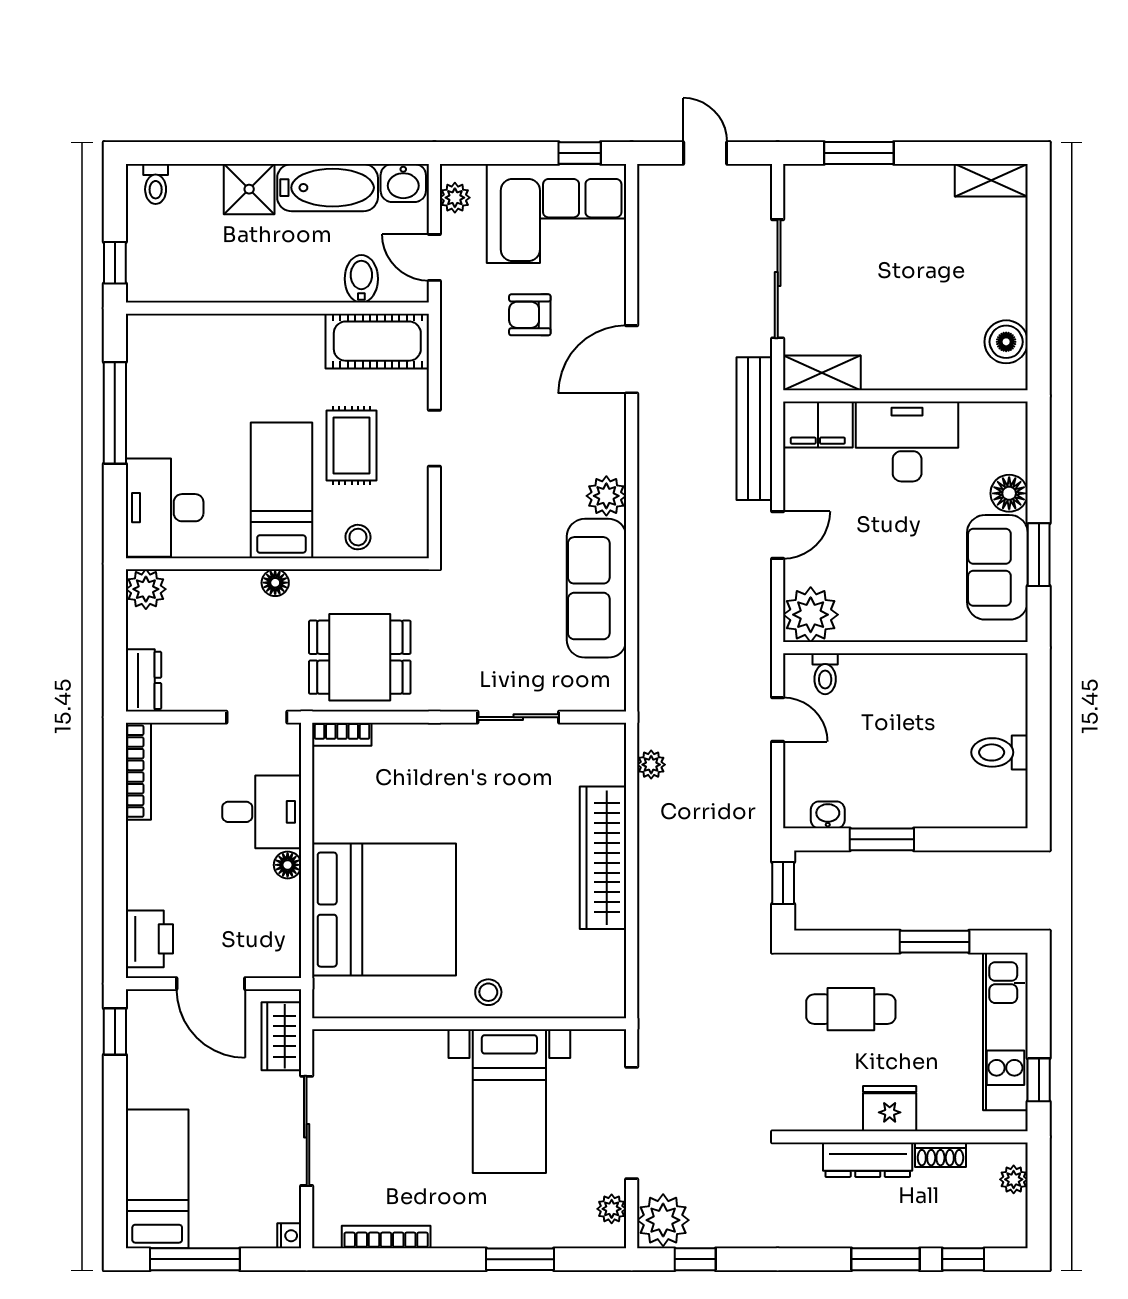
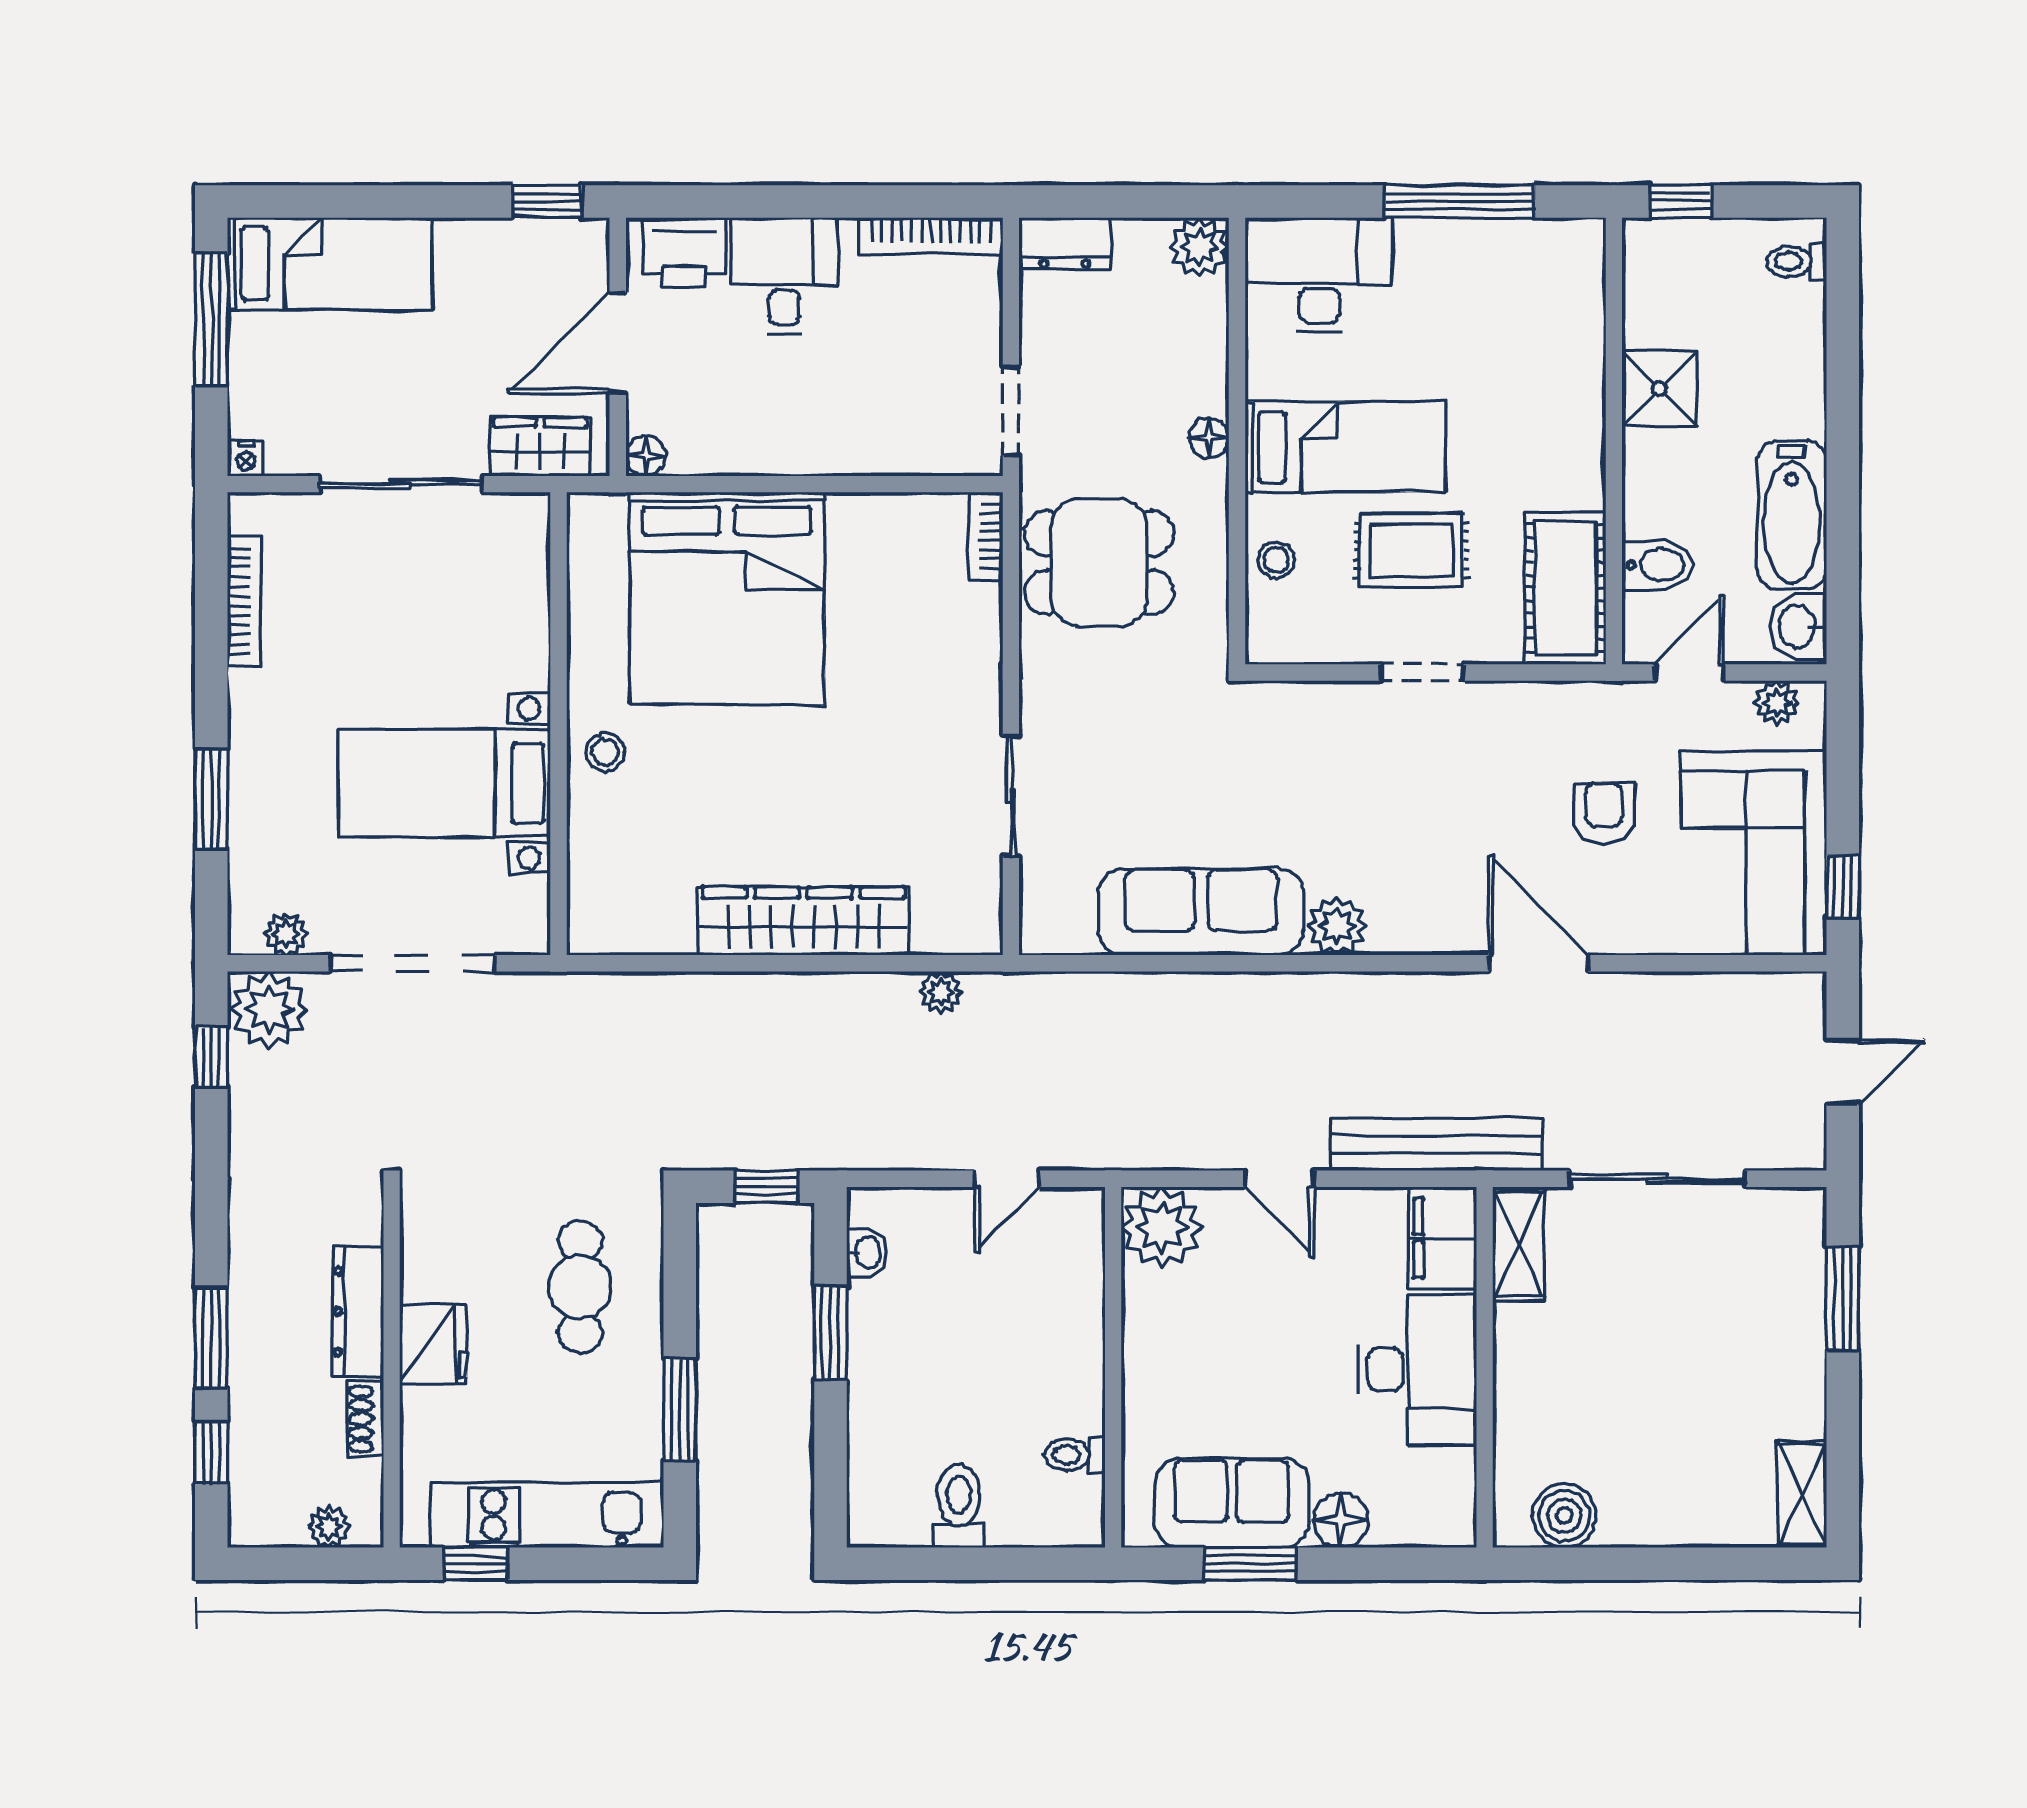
shower: (249, 189) -> (1659, 389), moved
dining table: (360, 657) -> (1099, 563), turned 90
toilet: (825, 674) -> (1075, 1455), moved
desk: (262, 812) -> (784, 276), moved, turned 180
floor lamp: (288, 865) -> (646, 456), moved

